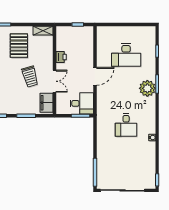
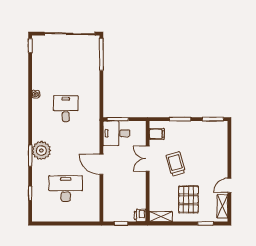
printer: (61, 57) -> (140, 215), moved
door: (95, 76) -> (101, 164), hinge flipped
filing cabinet: (47, 103) -> (157, 134), width x0.50

